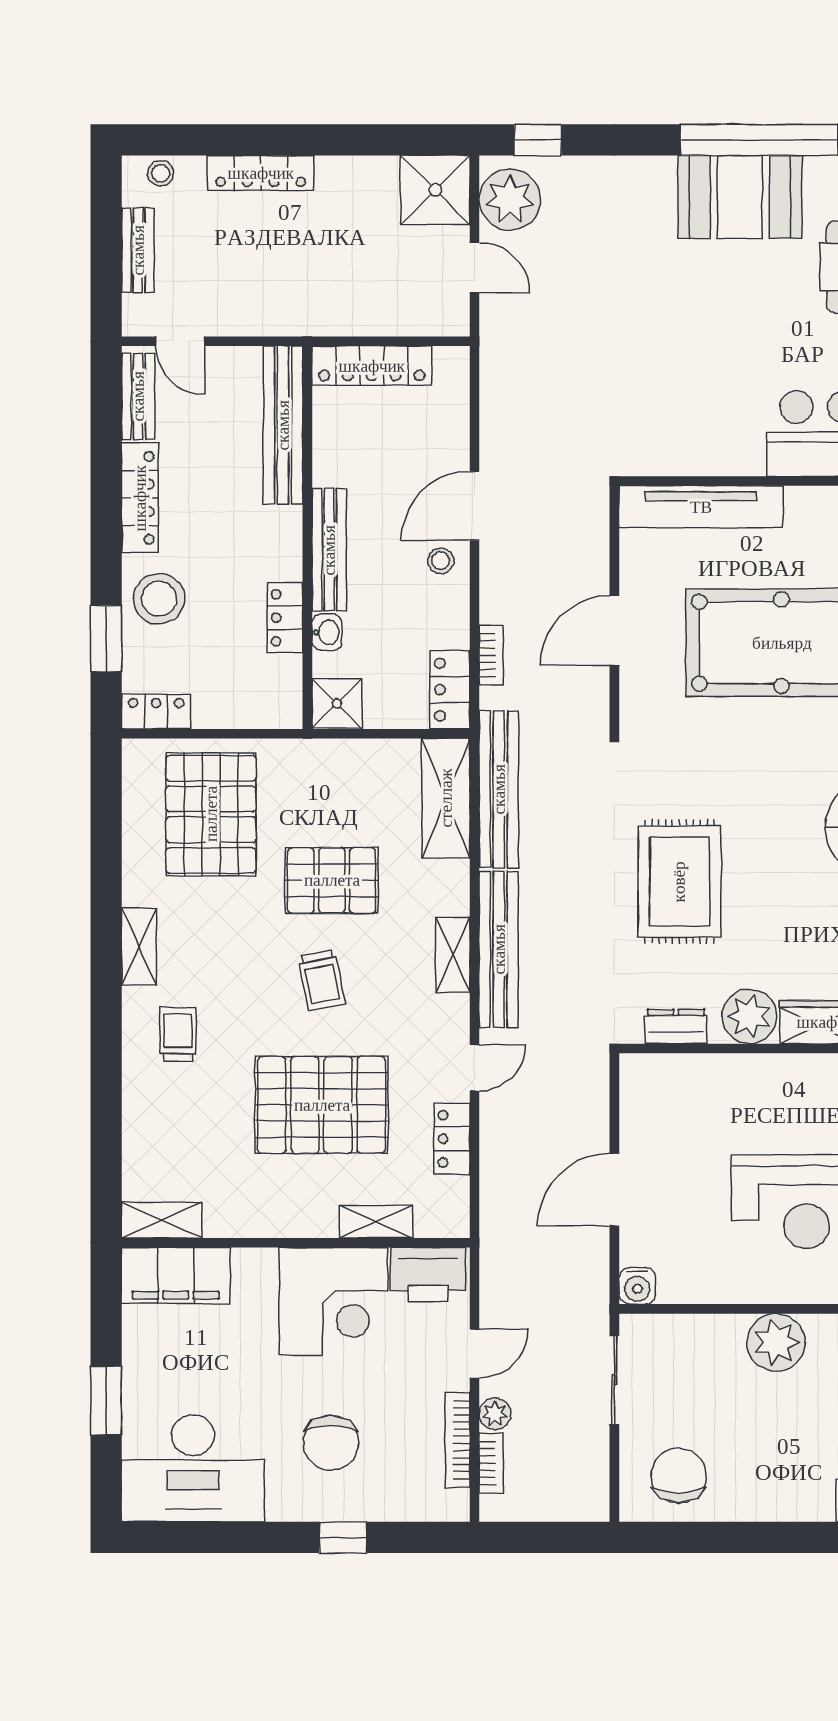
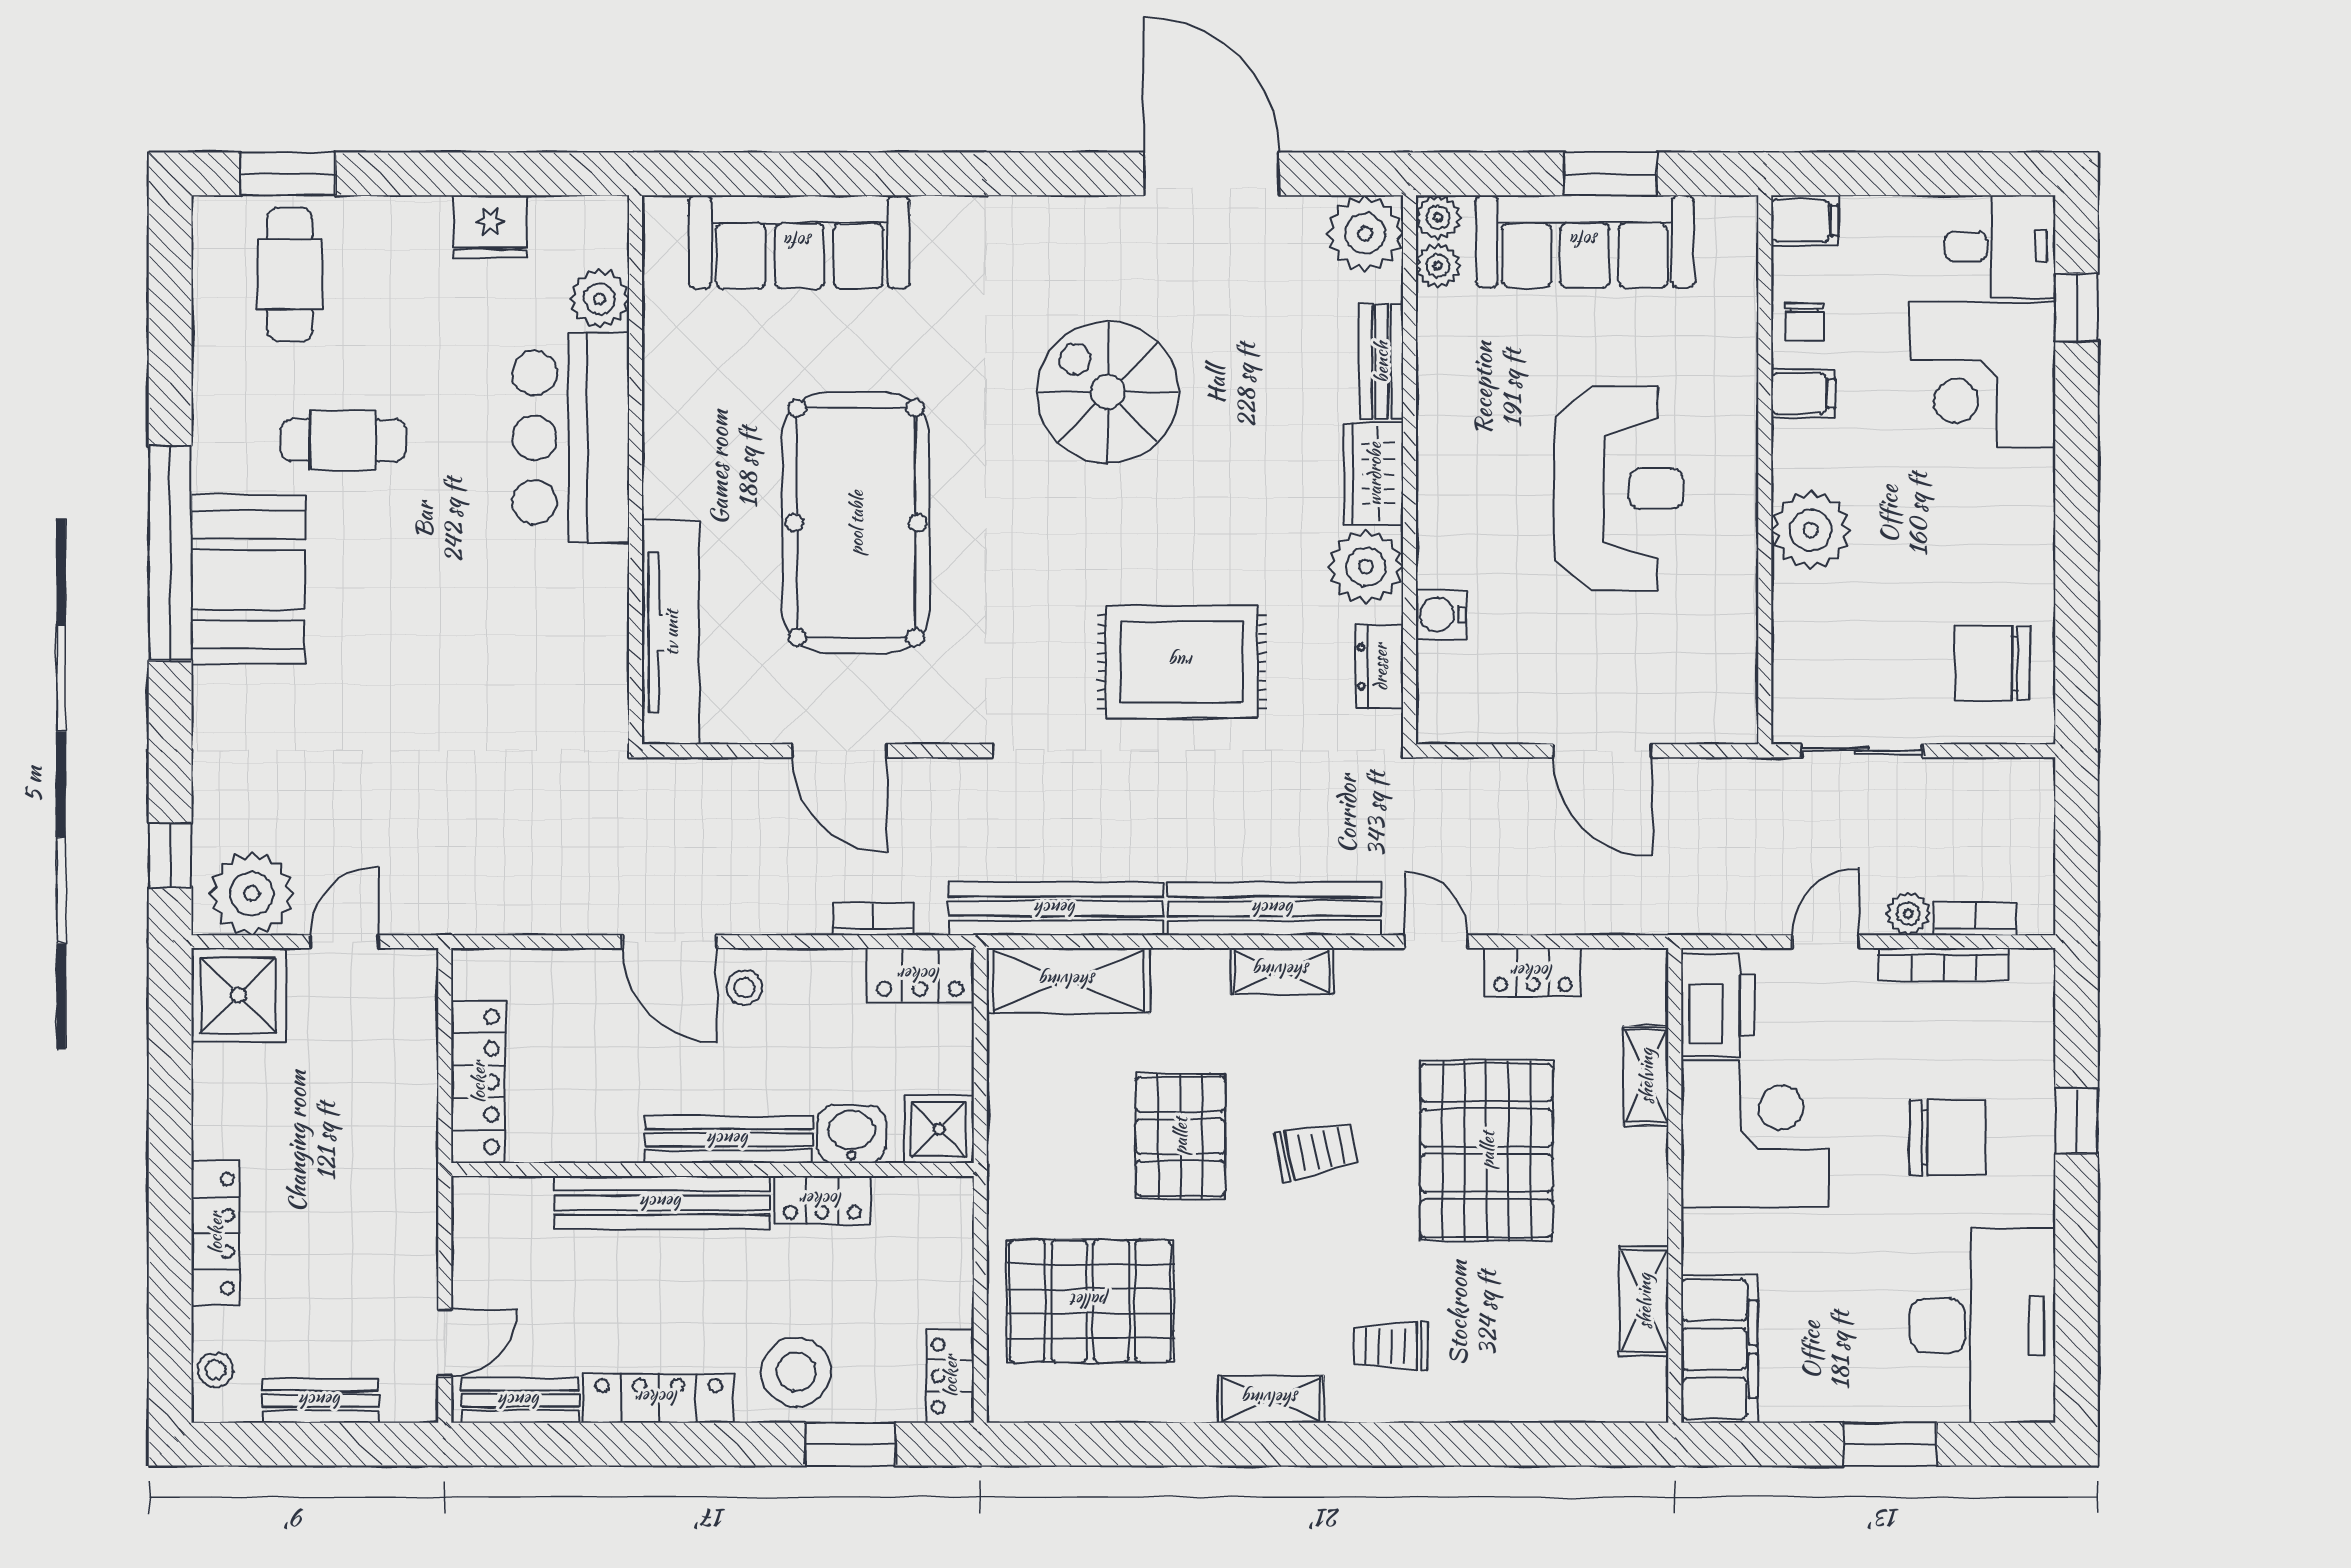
bench: (283, 425) -> (662, 1203), moved
washbasin: (327, 632) -> (851, 1134), width x1.38, depth x1.45
shelving: (162, 1220) -> (1644, 1301), moved
water cooler: (637, 1286) -> (1441, 615), moved, turned 180
door: (475, 1353) -> (1826, 942), hinge flipped

